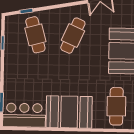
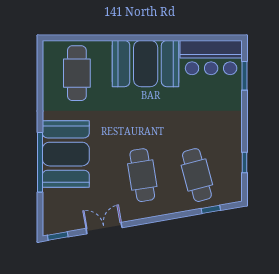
cafe table: (73, 36) -> (142, 175), turned -33

